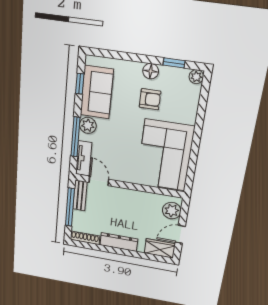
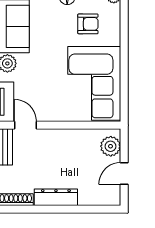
armchair: (150, 99) -> (88, 24), moved
wardrobe: (160, 248) -> (104, 196), removed

